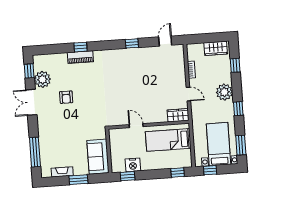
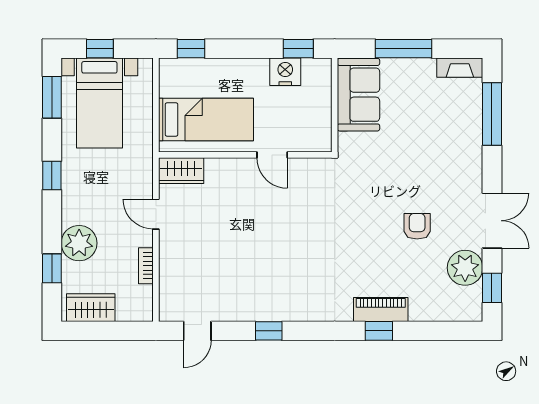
plant: (224, 92) -> (79, 243), moved
window: (210, 170) -> (100, 49), moved
fireplace: (62, 172) -> (460, 68), moved
window: (78, 180) -> (404, 49), width x1.44

